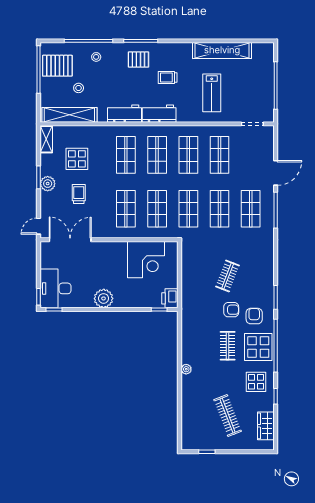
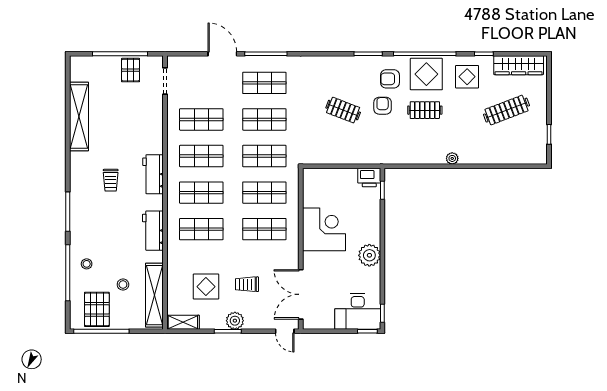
pallet: (138, 60) -> (131, 70), moved
lab bench: (212, 93) -> (129, 129), removed
workbench: (159, 114) -> (153, 174), moved
corner desk: (146, 260) -> (324, 229), moved
wardrobe: (266, 426) -> (519, 65), width x1.50

